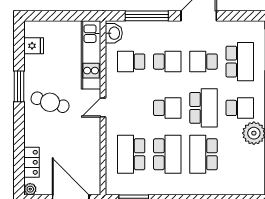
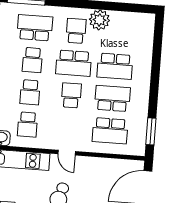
school desk: (167, 62) -> (30, 92), turned 180
school desk: (204, 108) -> (74, 63), turned 180

